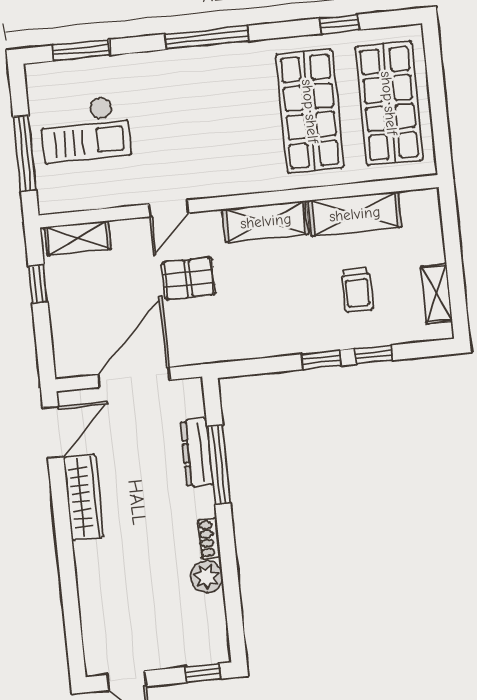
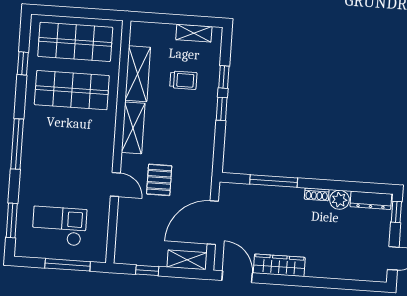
checkout: (85, 129) -> (59, 226), turned -90
shelving: (78, 238) -> (187, 260), moved, turned 90
door: (134, 377) -> (213, 223), hinge flipped
dresser: (197, 453) -> (371, 200), moved

